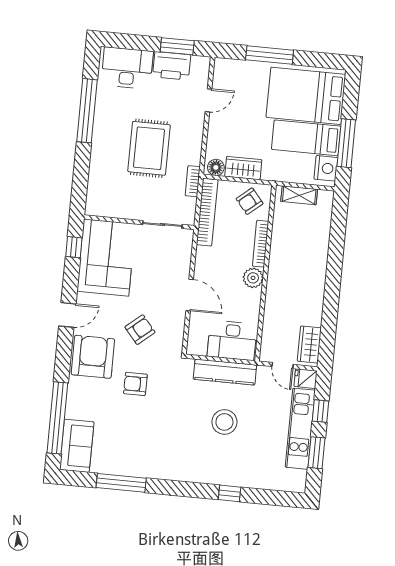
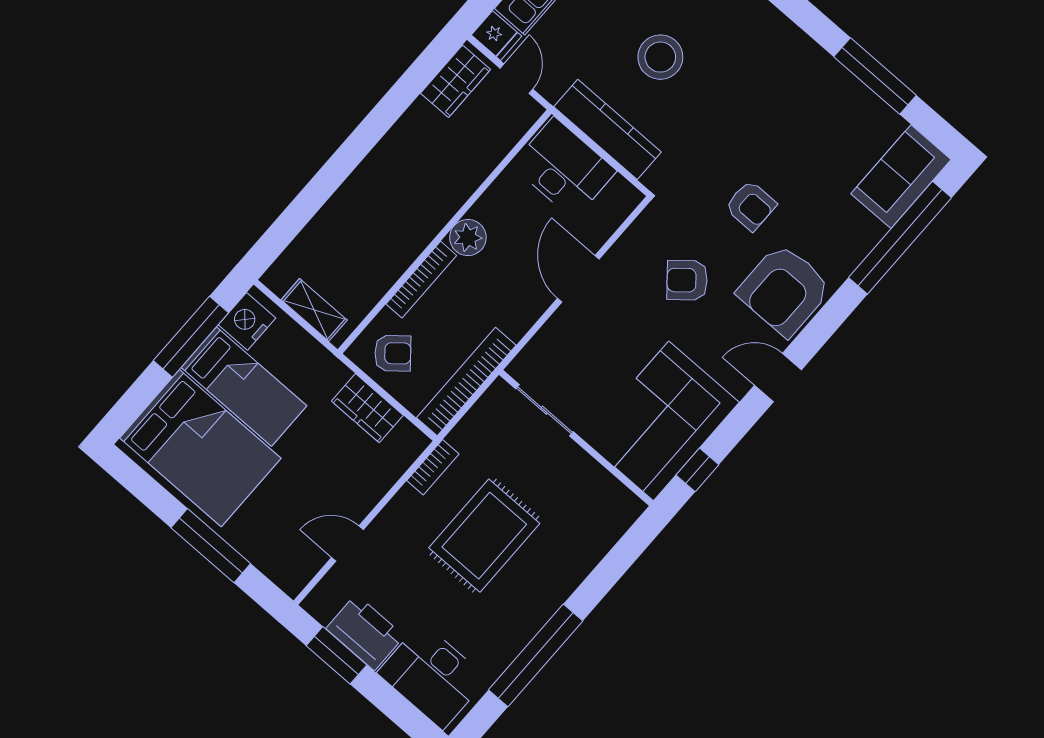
floor lamp: (216, 167) -> (407, 438), removed
bookcase: (193, 181) -> (433, 467), moved

